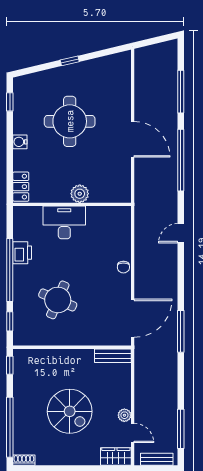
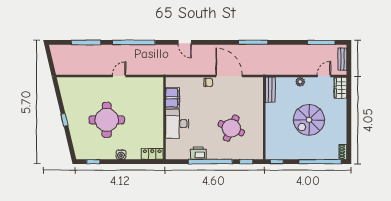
door: (133, 139) -> (119, 76), width x0.53
plant: (80, 194) -> (157, 113), removed
filing cabinet: (101, 216) -> (173, 98), added
door: (133, 318) -> (229, 76), moved
spiral stairs: (70, 411) -> (309, 120), turned 180
plant: (124, 415) -> (300, 82), moved

